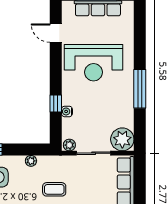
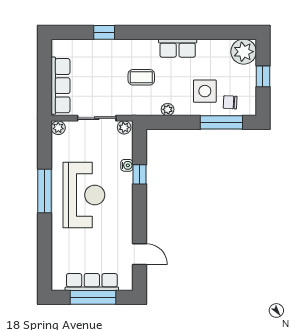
reception desk: (94, 63) -> (84, 195), moved, turned 90
plant: (122, 139) -> (58, 128), width x0.53, depth x0.53

